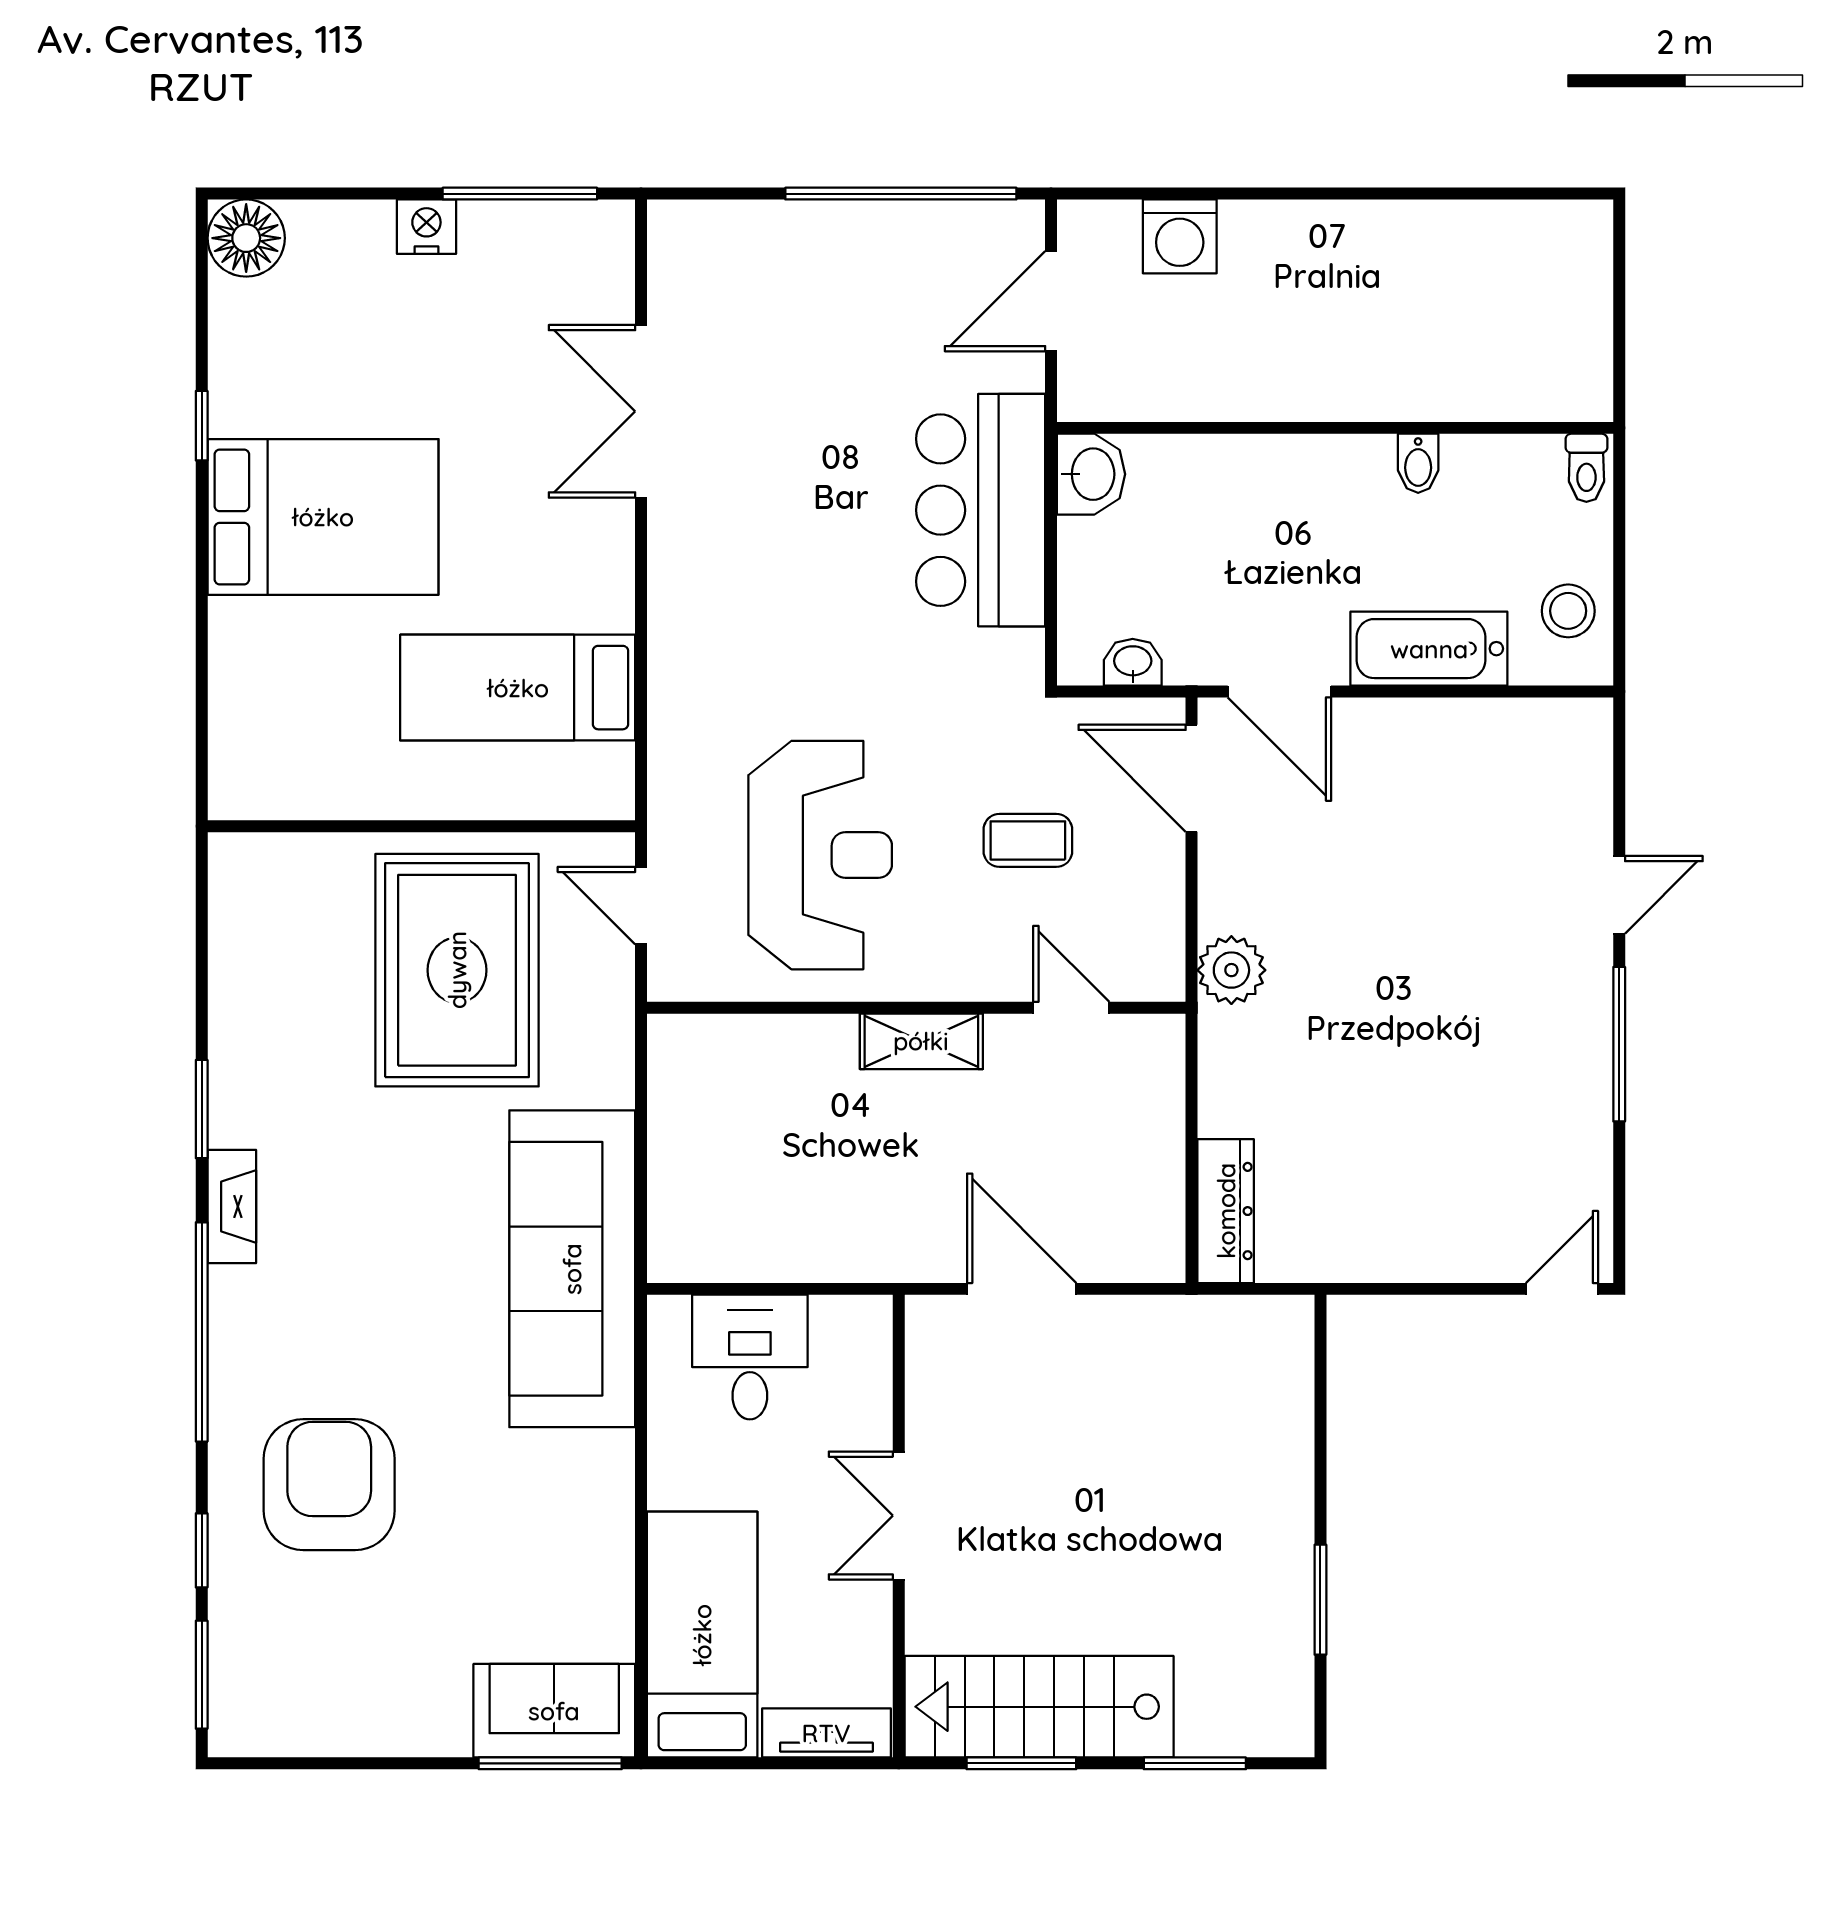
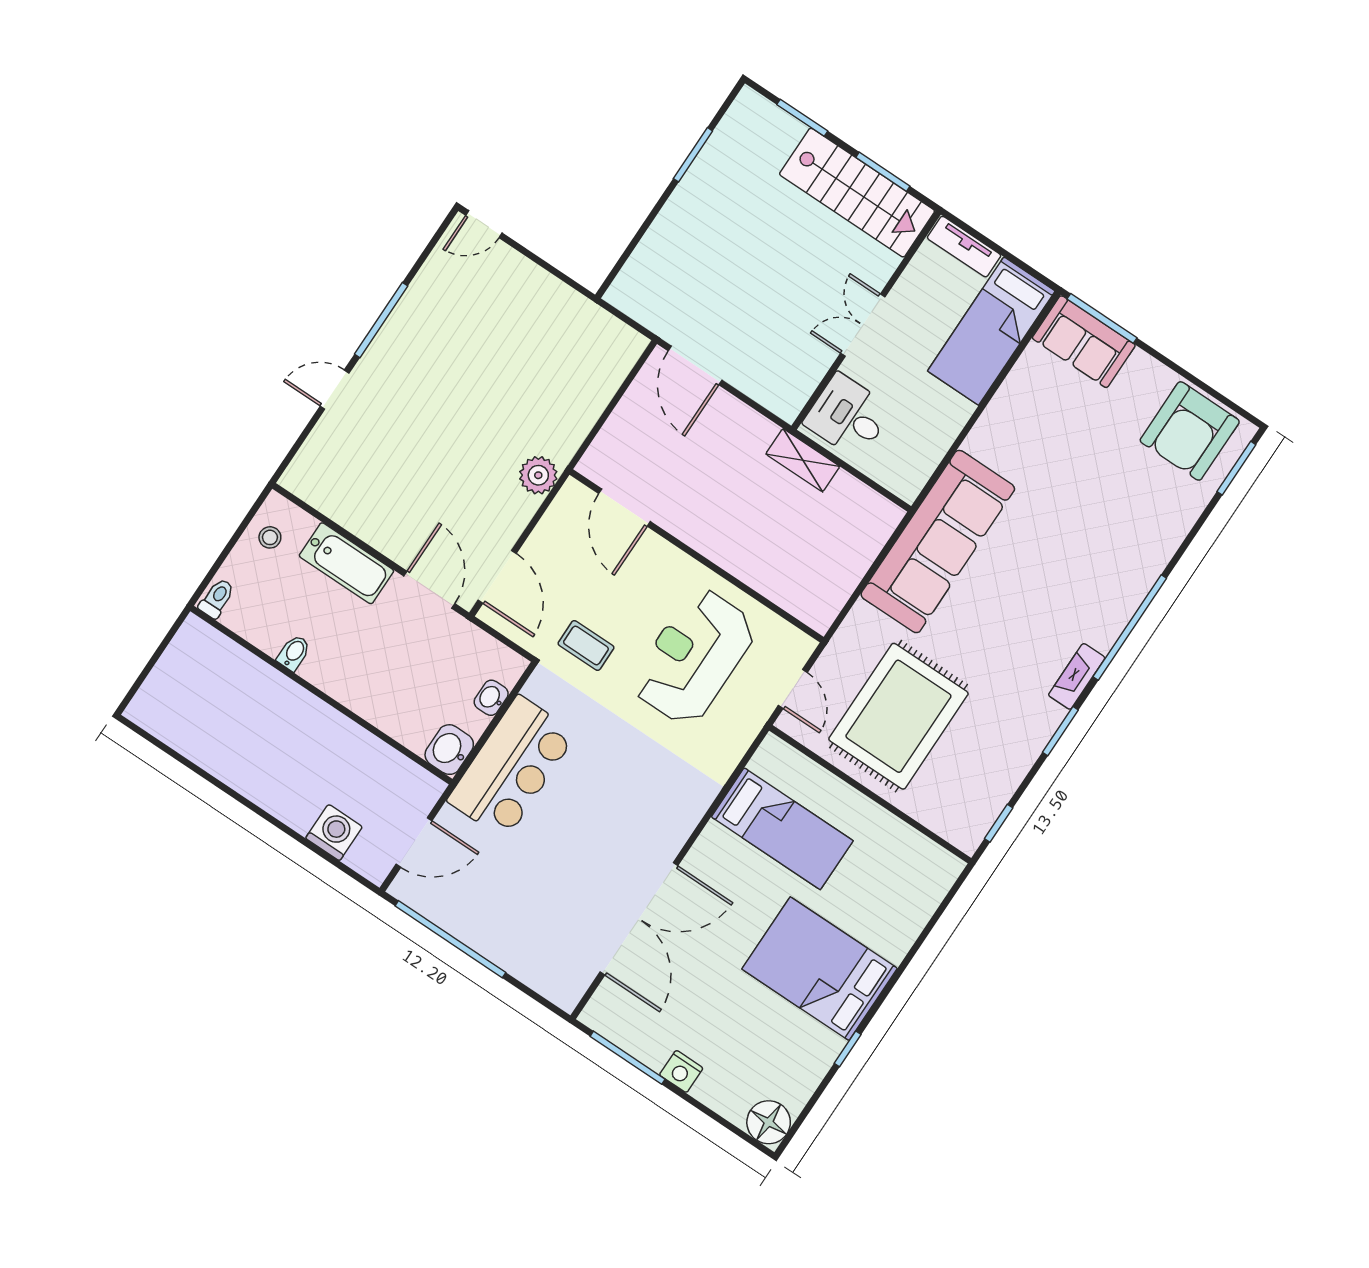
double door: (641, 411) -> (639, 919), width x1.36
stool: (1568, 611) -> (270, 537), width x0.73, depth x0.73
washbasin: (1133, 662) -> (491, 698), moved, turned 90
coffee table: (1028, 840) -> (586, 646), moved
door: (1071, 1008) -> (625, 508), width x1.38
shelving: (921, 1041) -> (803, 460), moved
dresser: (1226, 1211) -> (616, 365), removed
door: (1022, 1289) -> (695, 365), moved
desk: (750, 1357) -> (848, 416), moved, turned 90
armchair: (329, 1485) -> (1190, 431), moved
double door: (899, 1516) -> (863, 325), swing flipped
window: (202, 1550) -> (999, 823), moved

